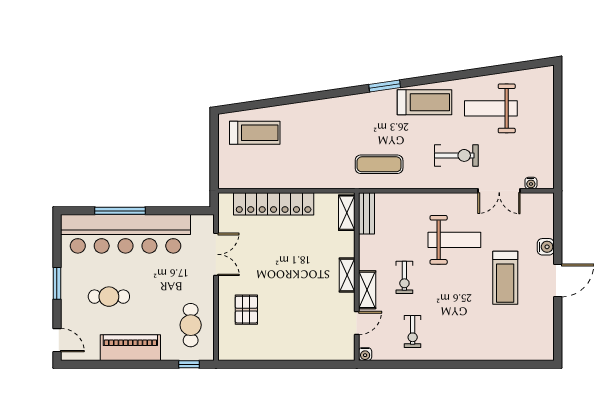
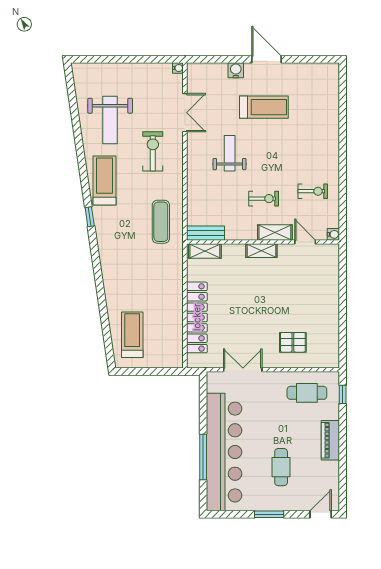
window: (385, 86) -> (90, 217), width x0.67
water cooler: (531, 183) -> (178, 68), moved
weight bench: (454, 240) -> (230, 153), width x0.73, depth x0.75
piano: (130, 348) -> (330, 440), width x0.73, depth x0.75

